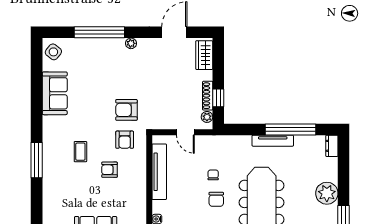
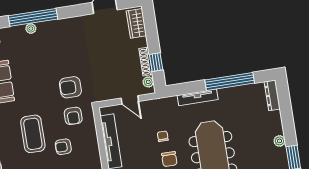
plant: (131, 43) -> (31, 29), moved
tv unit: (273, 141) -> (198, 97), moved
dresser: (332, 146) -> (272, 95), width x1.44
coffee table: (80, 152) -> (33, 134), width x1.86, depth x1.72
plant: (327, 193) -> (279, 141), width x0.53, depth x0.53

